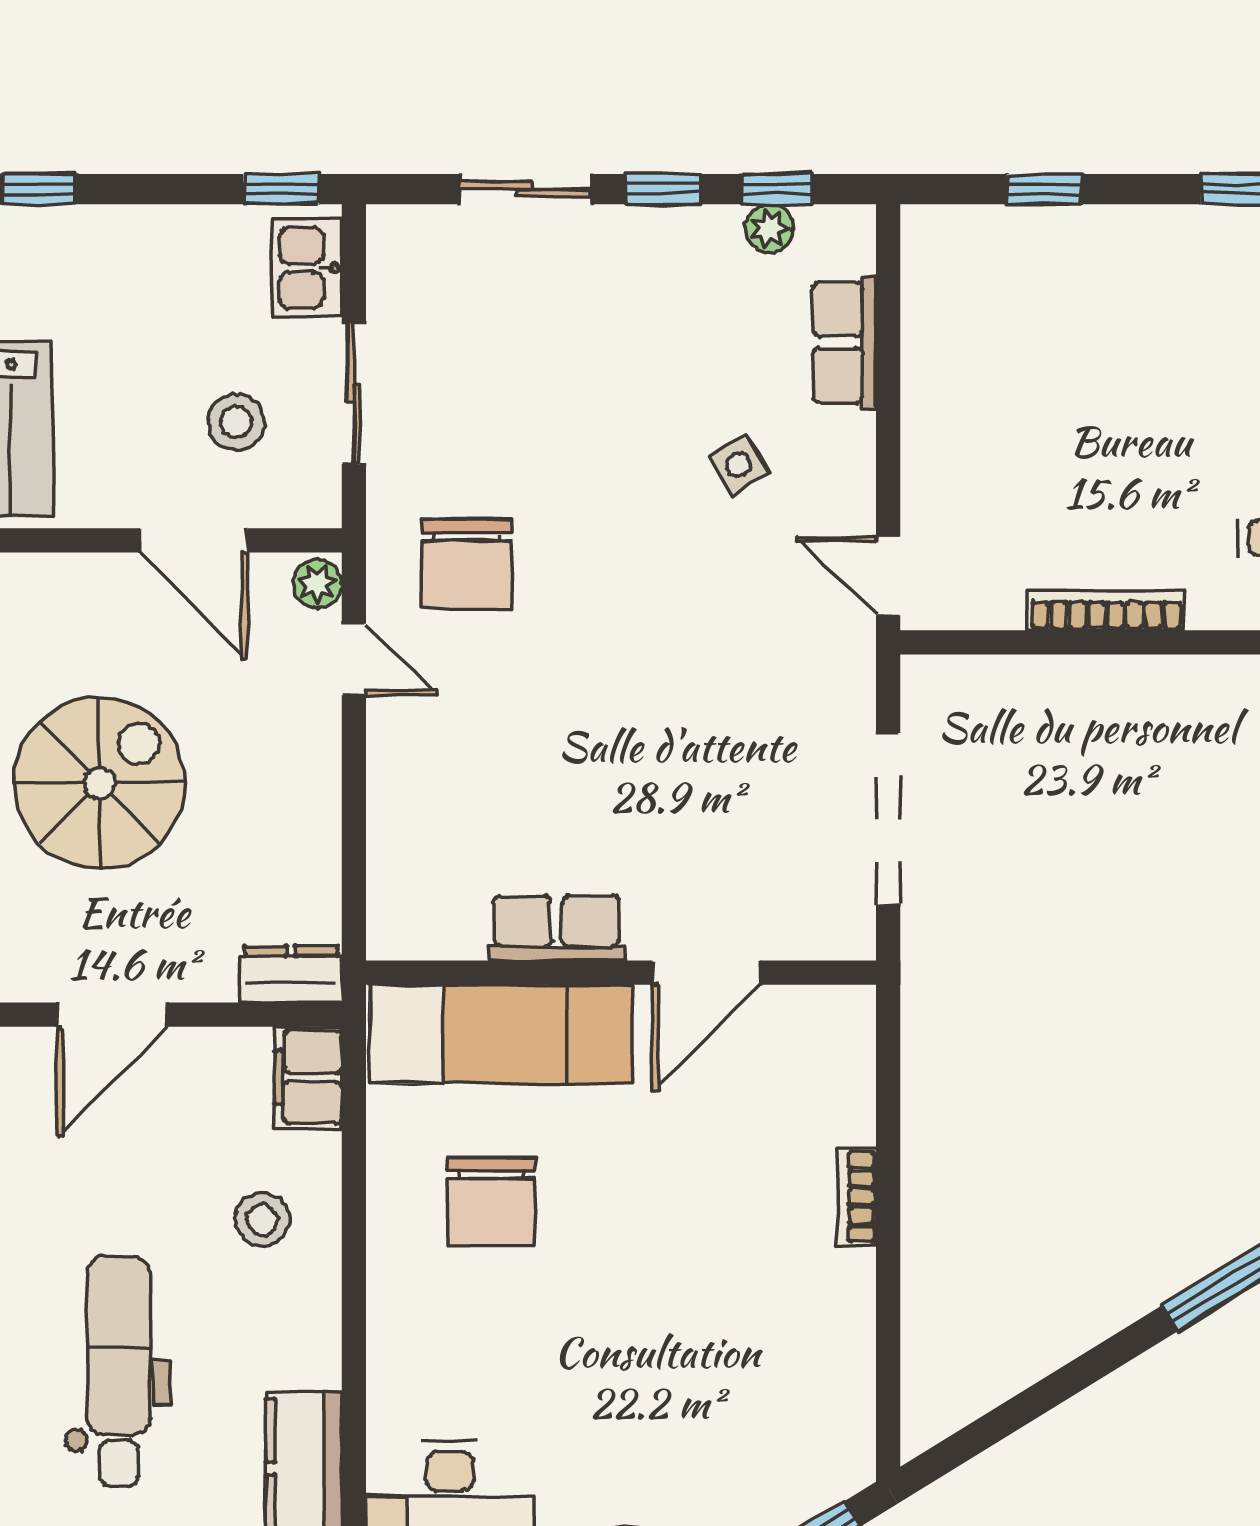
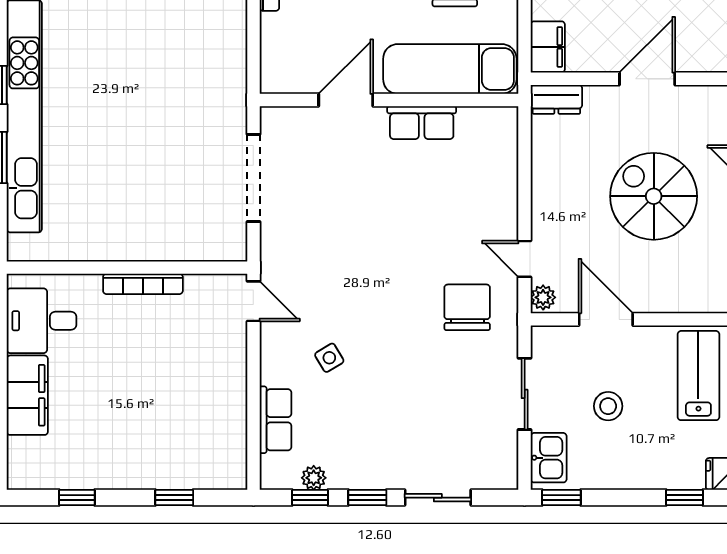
stool: (236, 422) -> (608, 406), moved
spiral stairs: (99, 783) -> (654, 196), turned 90

